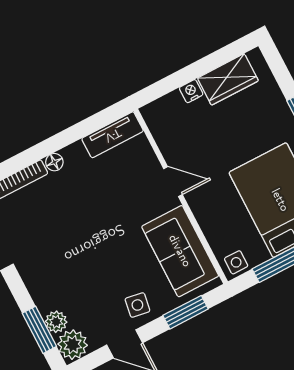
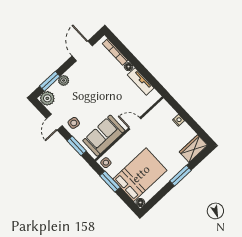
wardrobe: (228, 79) -> (193, 149), moved, turned 90
tv unit: (113, 135) -> (141, 81), moved
door: (173, 182) -> (135, 123), swing flipped
plant: (56, 322) -> (64, 80), moved

